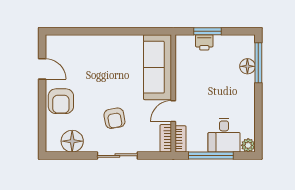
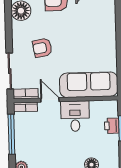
desk: (224, 135) -> (75, 116), moved, turned 90
sliding door: (117, 156) -> (10, 71), moved

